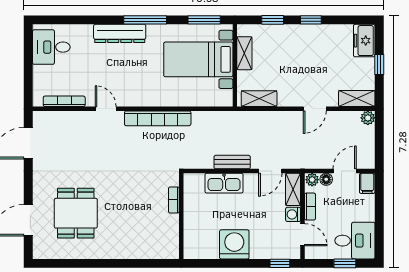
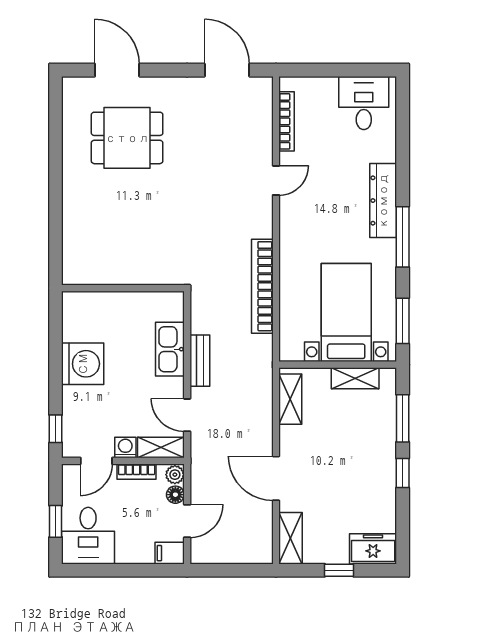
window: (273, 20) -> (403, 418), width x1.50
door: (315, 109) -> (276, 478), width x1.38
bookcase: (158, 118) -> (262, 286), moved
plant: (368, 118) -> (263, 554), removed
door: (345, 171) -> (187, 521), hinge flipped
bookcase: (174, 200) -> (146, 278), removed

